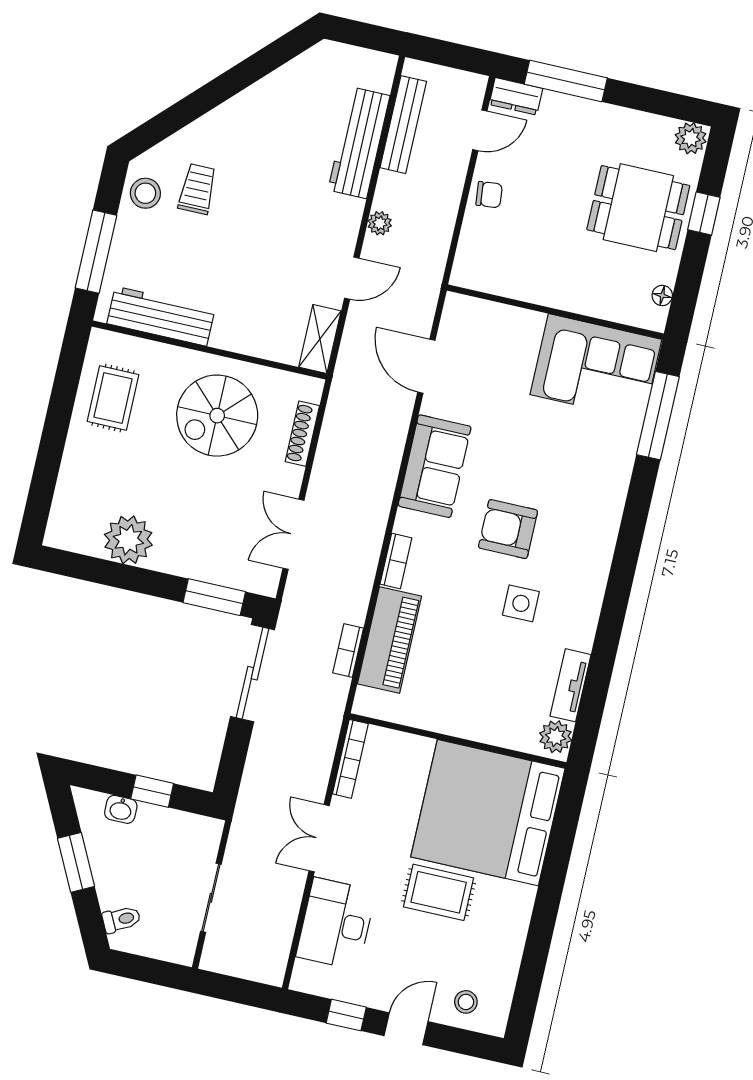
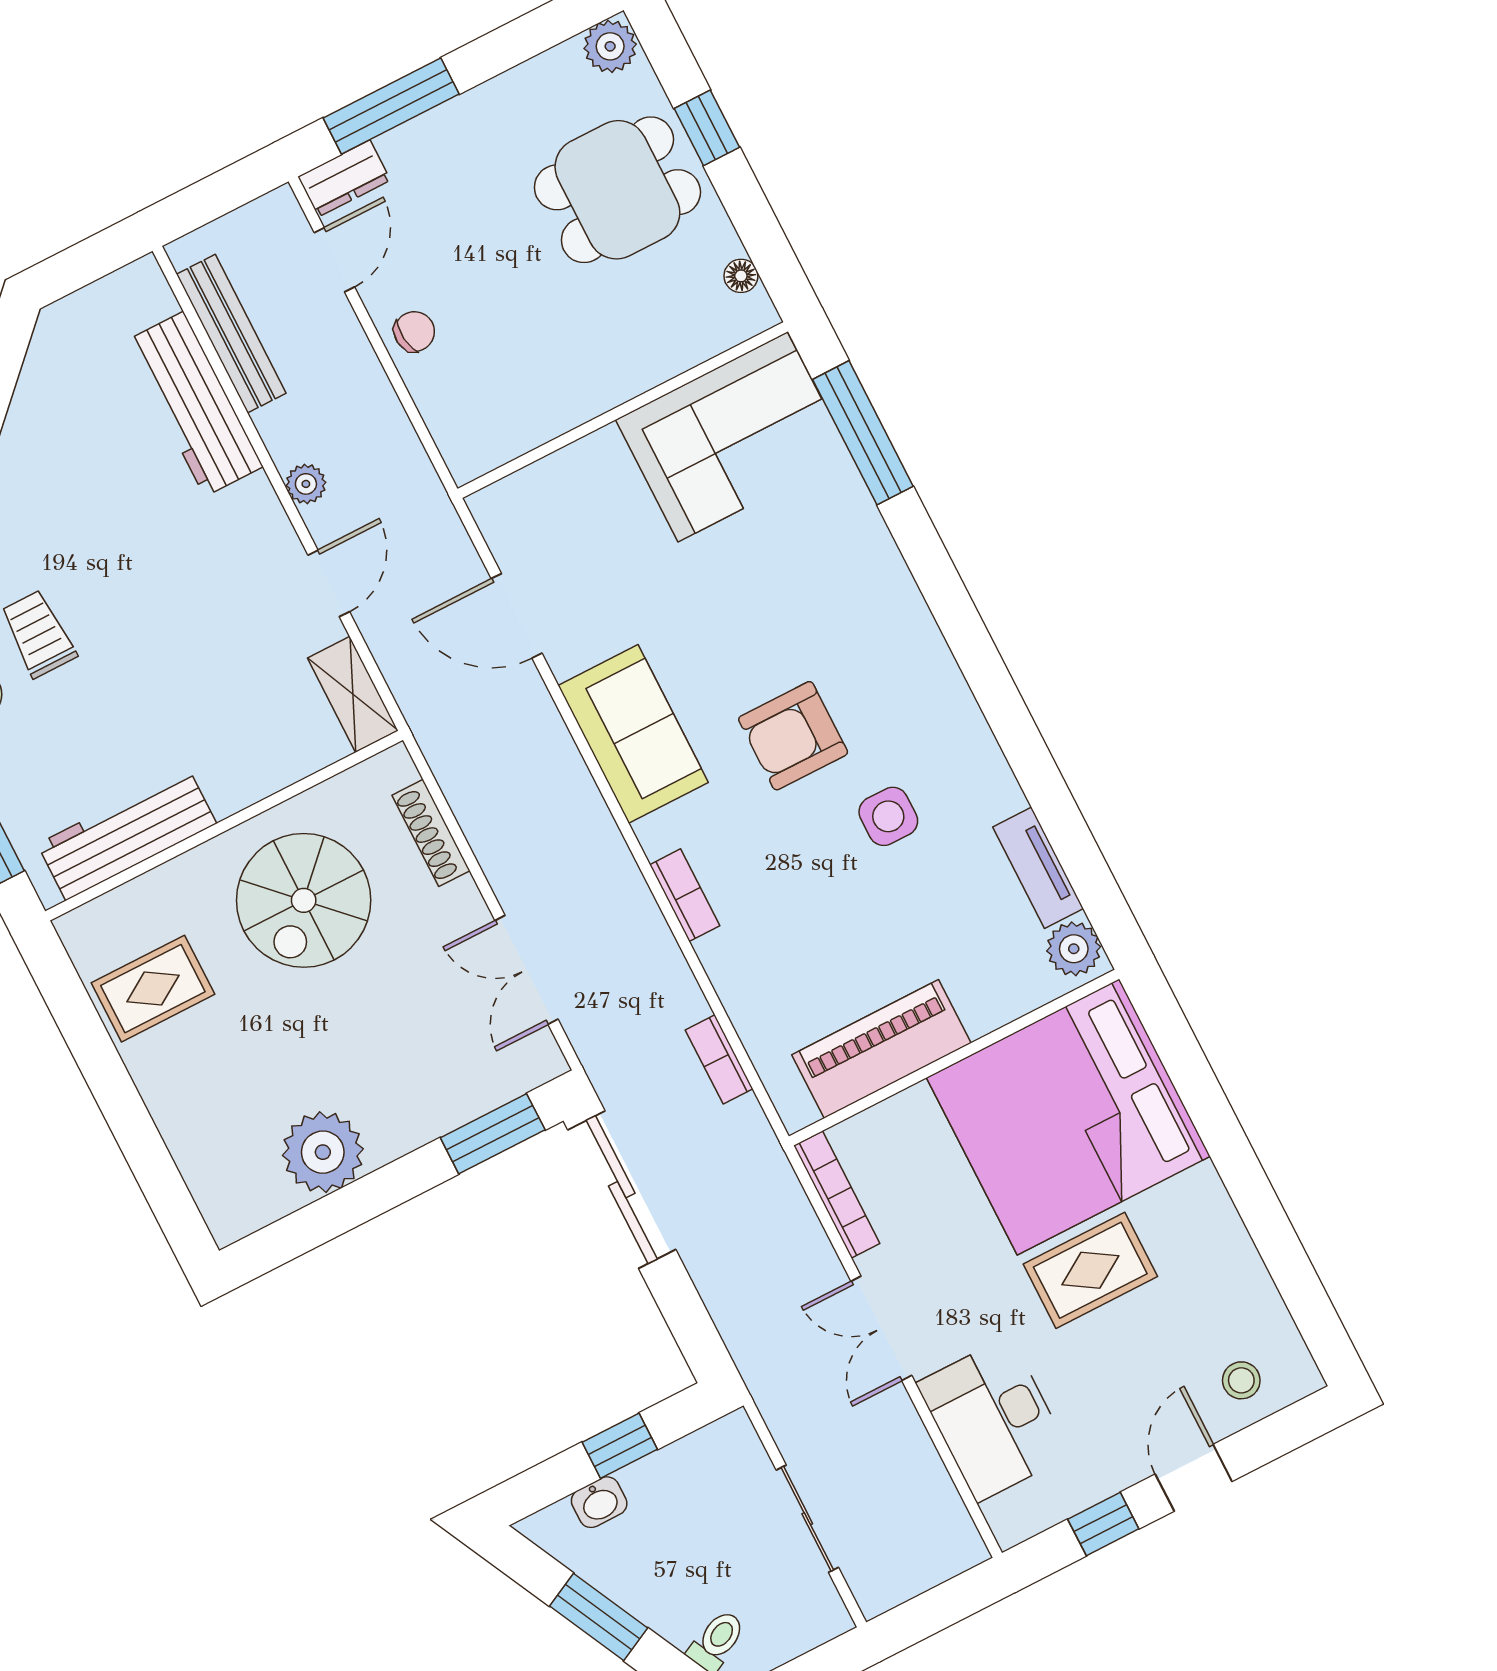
rug: (113, 398) -> (153, 989), turned 90
piano: (389, 640) -> (881, 1049), moved, turned -90

